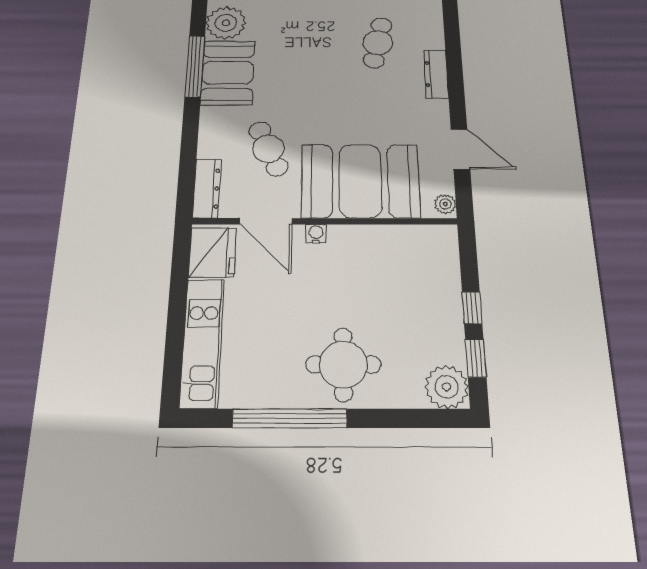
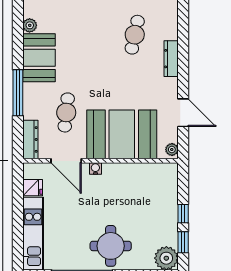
plant: (226, 23) -> (30, 25), width x0.53, depth x0.53
window: (195, 66) -> (18, 93), moved
cafe table: (268, 149) -> (66, 112), turned 30
fridge: (212, 252) -> (33, 188), width x0.53, depth x0.75

